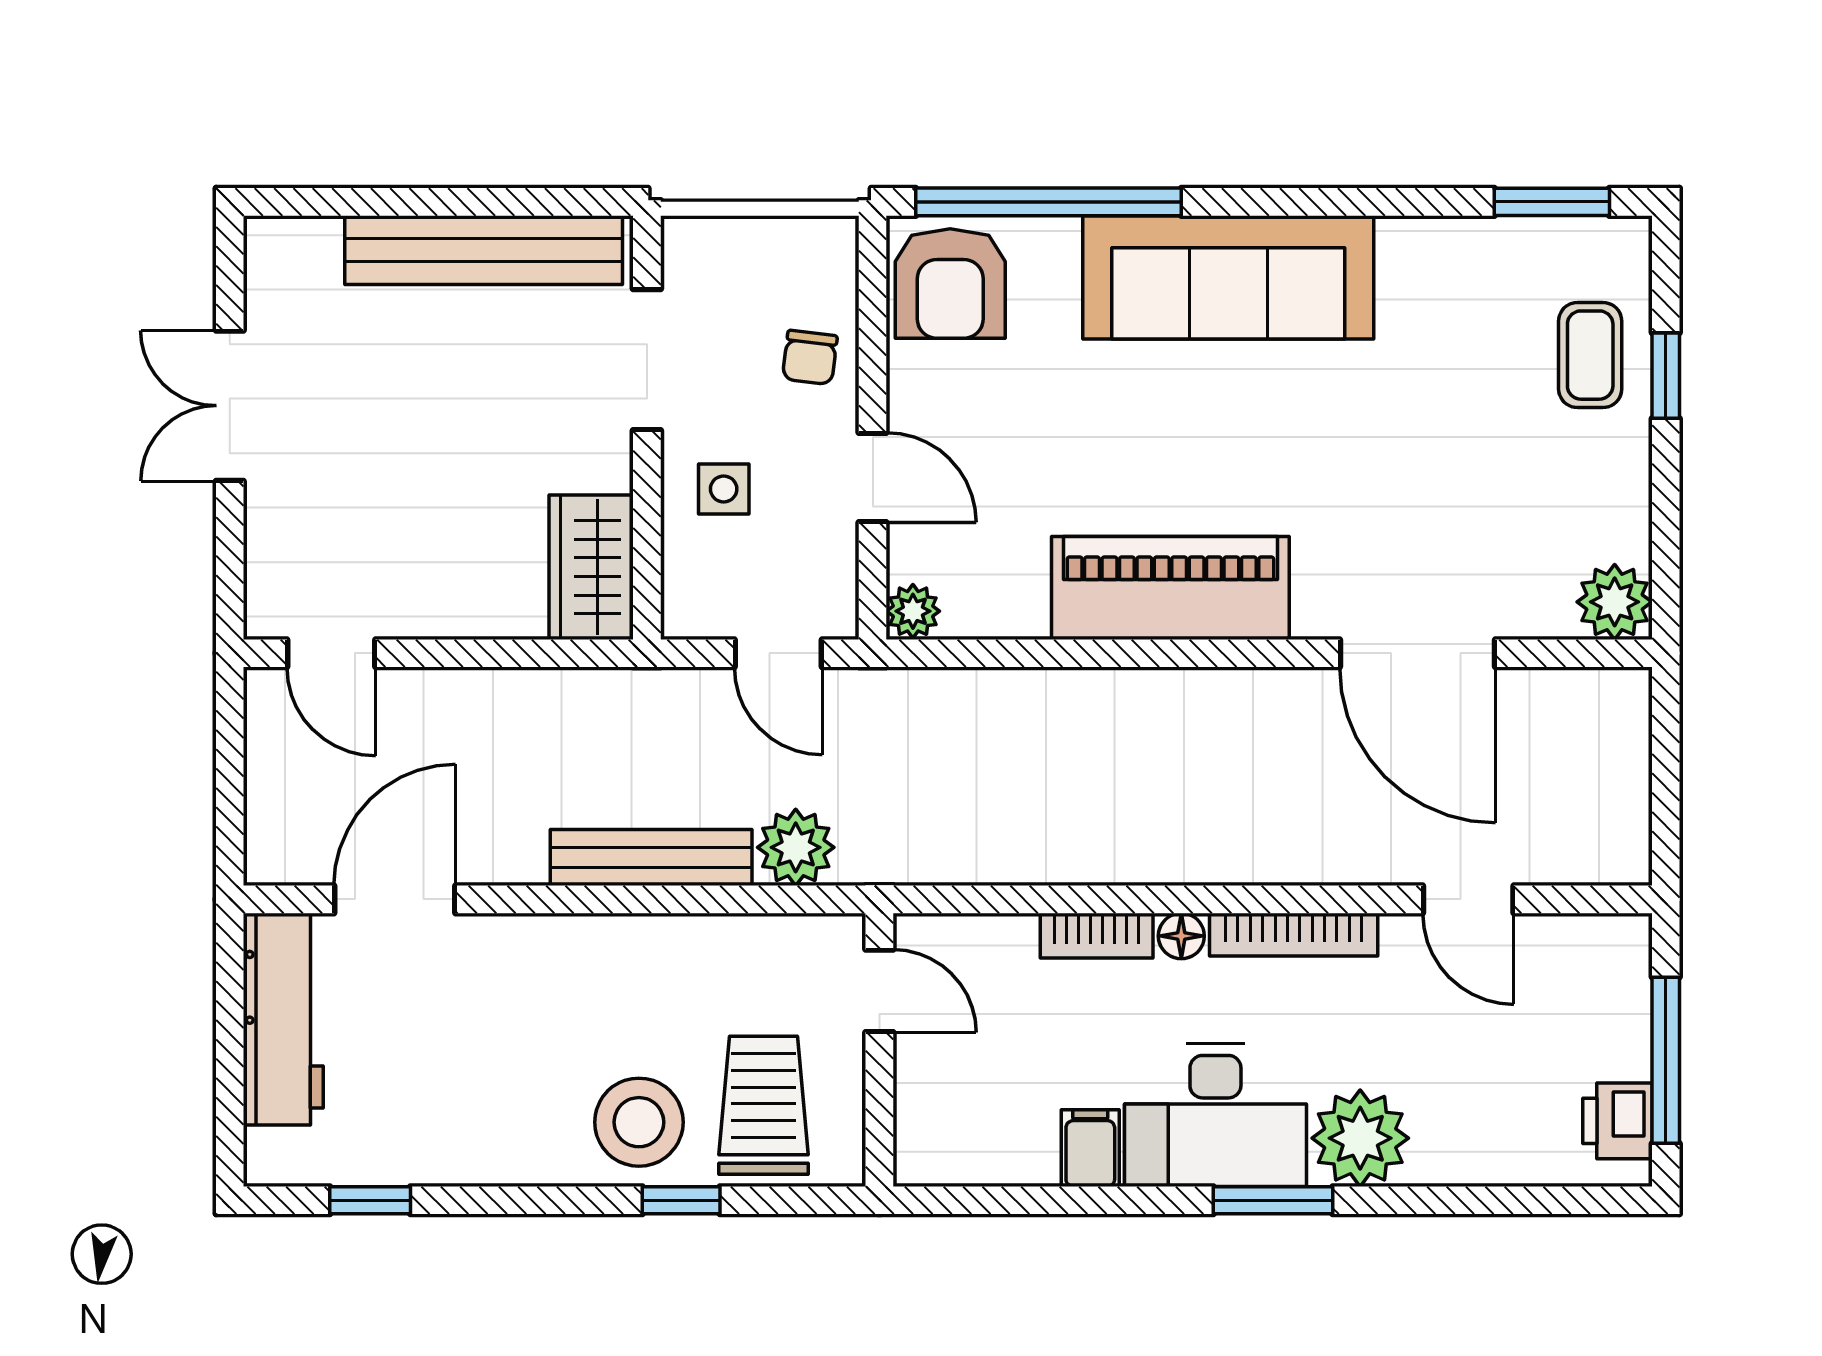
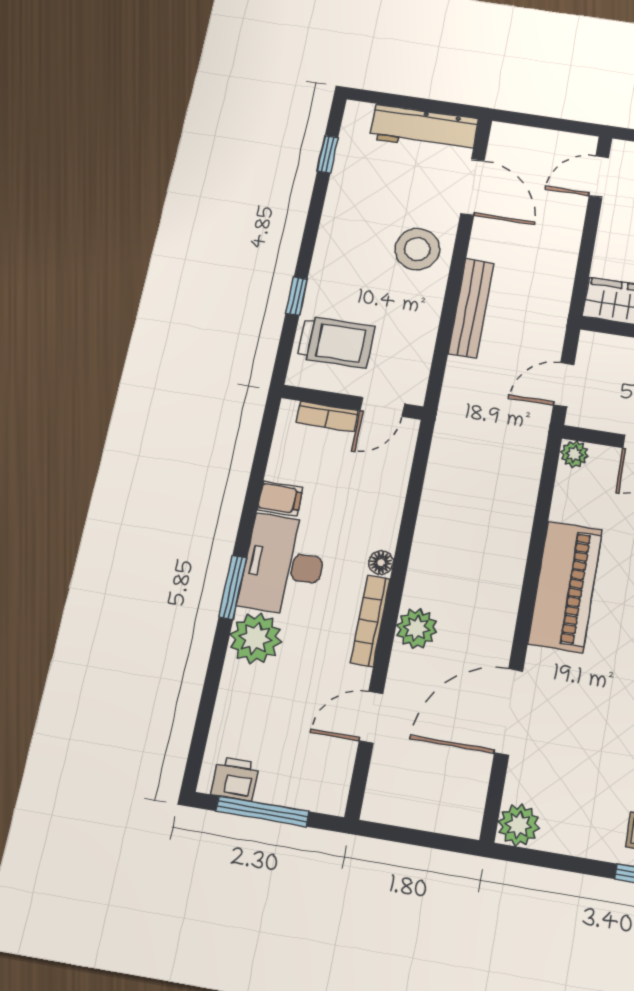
plant: (796, 847) -> (416, 628), moved
bookcase: (1097, 936) -> (327, 417), moved, turned -90
stool: (639, 1122) -> (417, 249), moved

